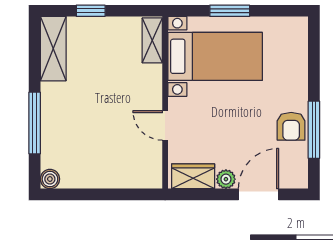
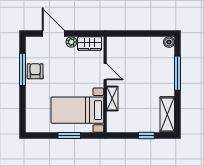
shelving: (152, 40) -> (112, 99), moved
door: (258, 194) -> (53, 34), swing flipped

